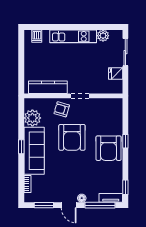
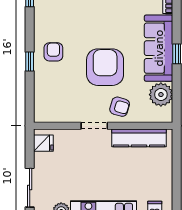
fridge: (116, 73) -> (43, 143), moved
armchair: (109, 148) -> (53, 52), width x0.53, depth x0.53

